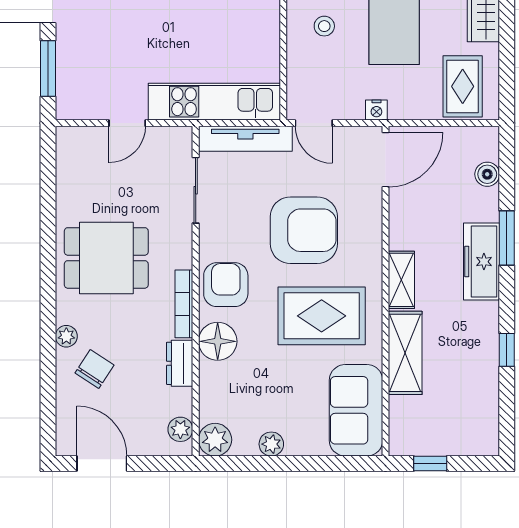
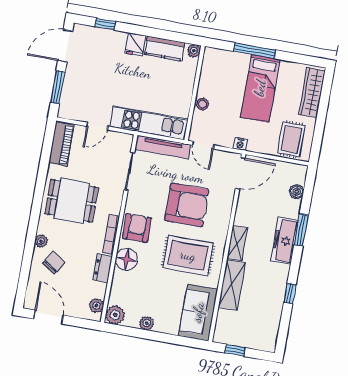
stool: (324, 26) -> (202, 104), moved
piano: (72, 164) -> (61, 144), added

